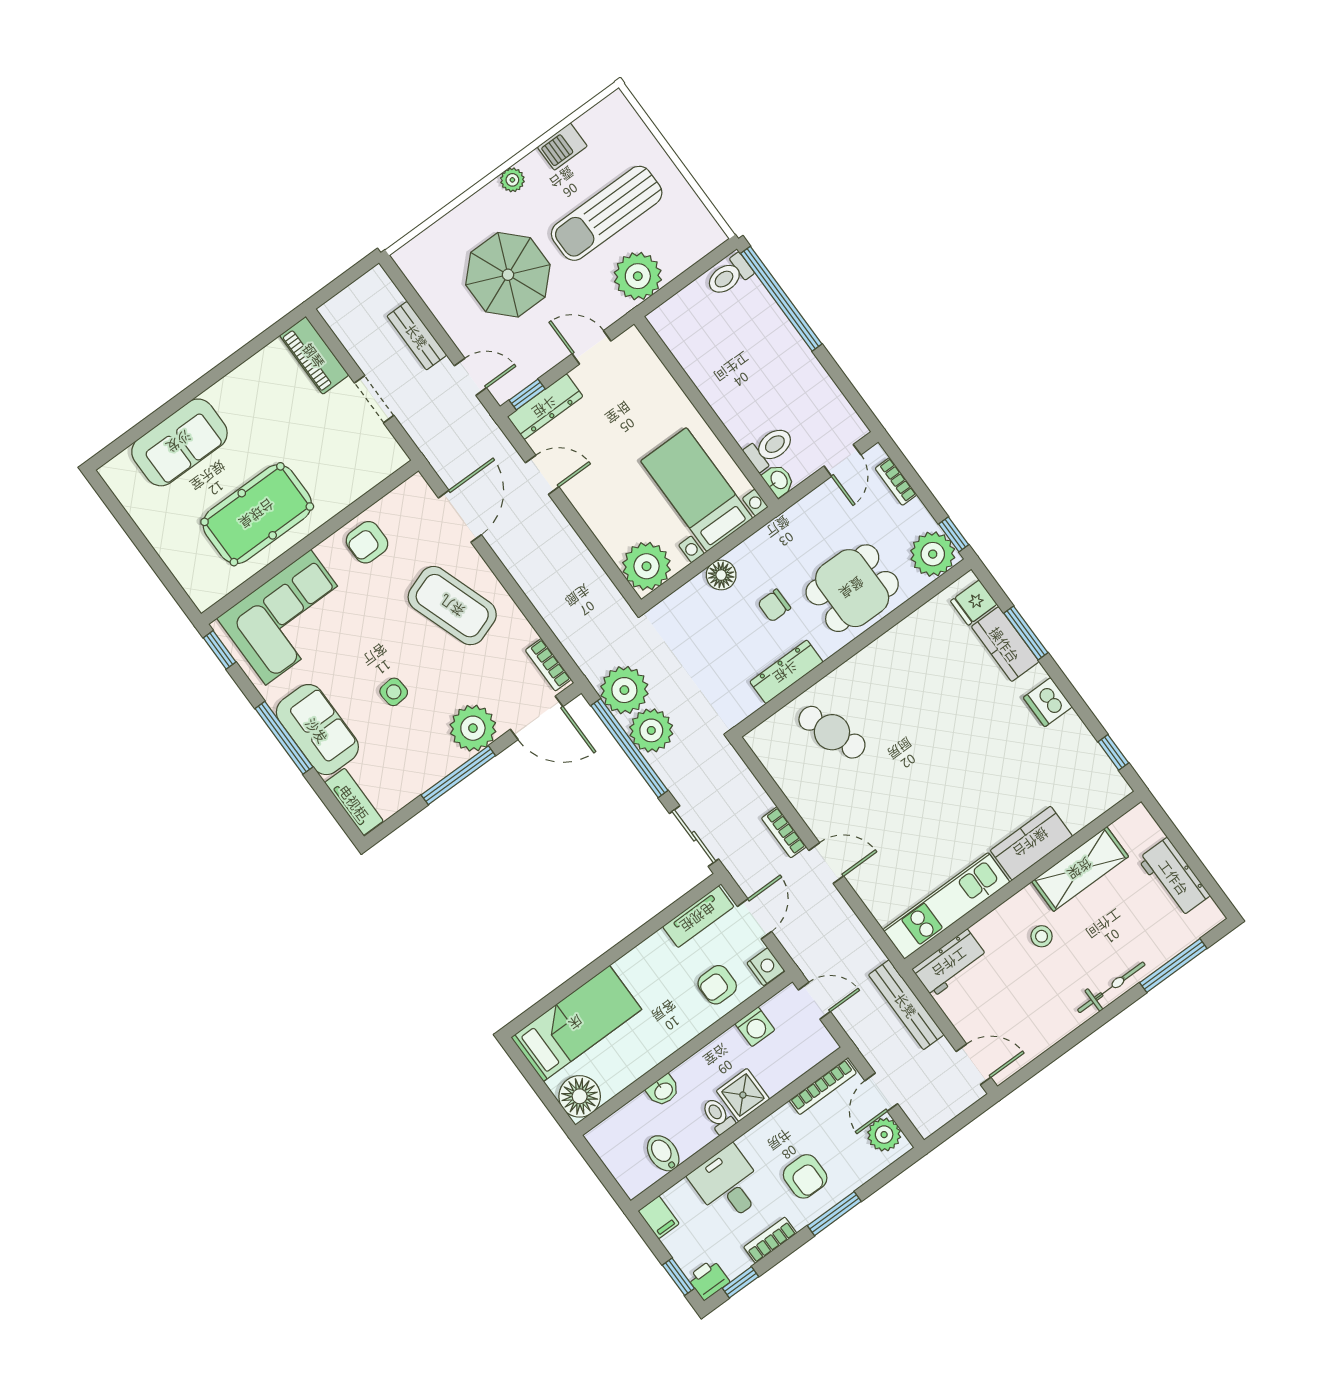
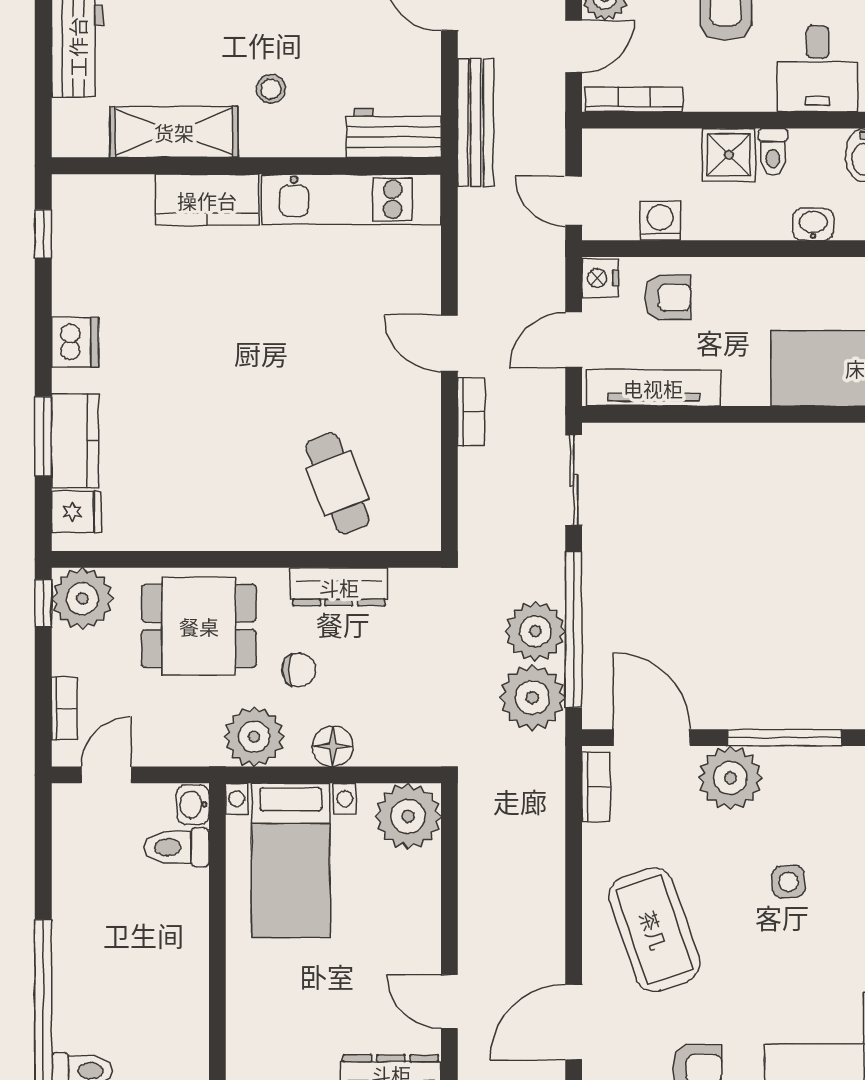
plant: (772, 547) -> (254, 737), added
tv unit: (698, 917) -> (653, 388), width x1.41

